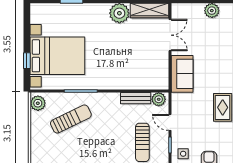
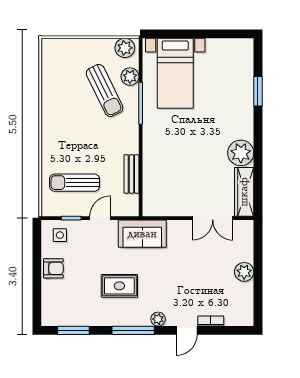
bed with nightstands: (57, 56) -> (175, 73), width x0.73
window: (27, 61) -> (180, 34), removed
sofa: (182, 74) -> (142, 234), moved
plant: (159, 99) -> (130, 77), moved

